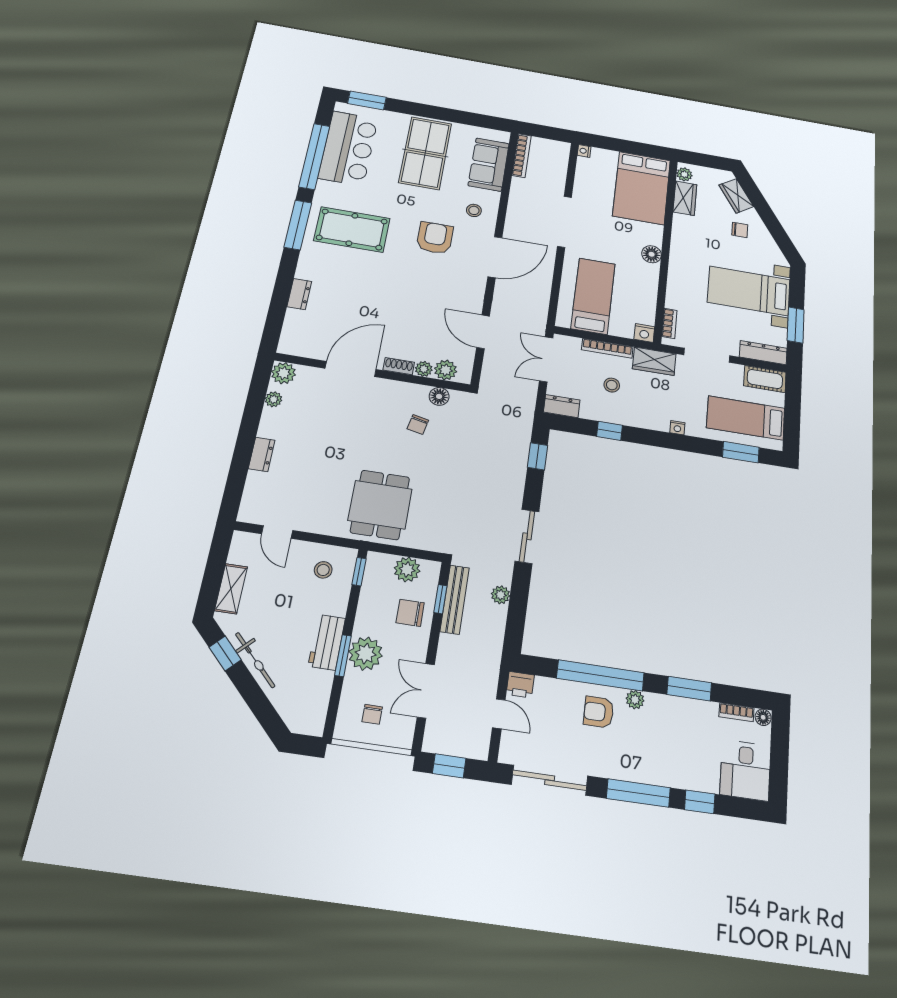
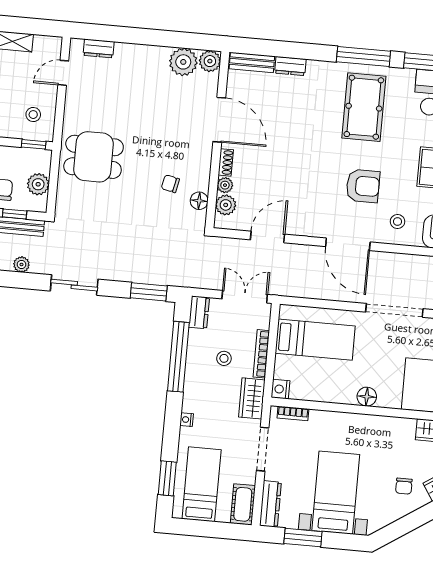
bench: (291, 331) -> (252, 63), added
plant: (274, 399) -> (183, 62), width x1.87, depth x1.87
window: (610, 431) -> (178, 357), width x3.17
dresser: (262, 454) -> (99, 48), moved
window: (538, 456) -> (149, 292), width x1.50

